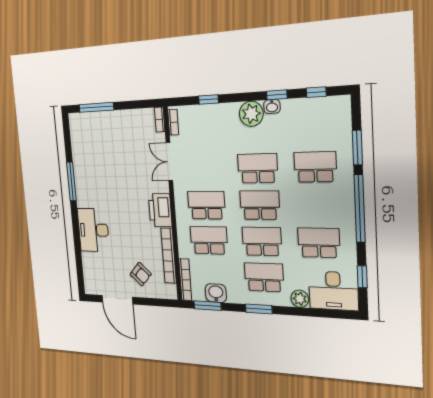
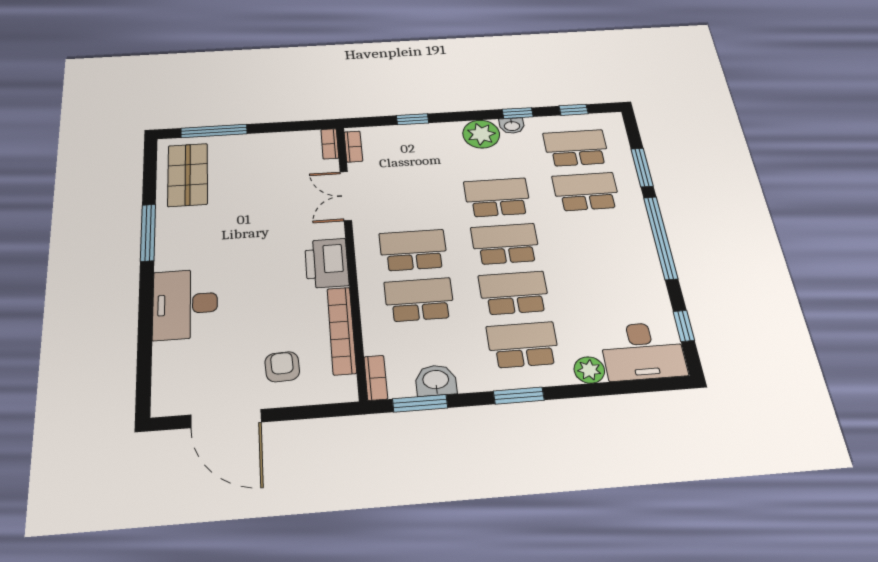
shop shelf: (86, 141) -> (188, 175), added
school desk: (319, 243) -> (576, 148), moved
armchair: (141, 274) -> (282, 367), turned -135
bookcase: (185, 280) -> (376, 378), width x0.64

